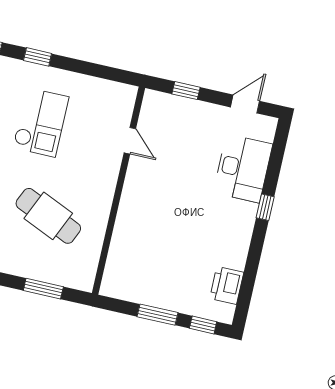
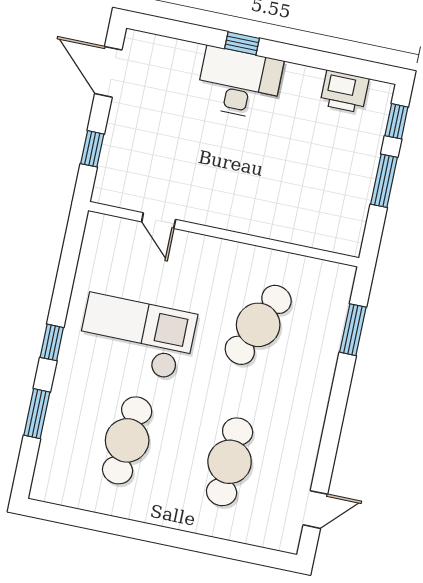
door: (245, 104) -> (108, 72), width x1.38
checkout: (41, 122) -> (137, 337), width x1.36, depth x1.21
door: (130, 141) -> (159, 221), swing flipped
desk: (243, 168) -> (239, 83), moved

